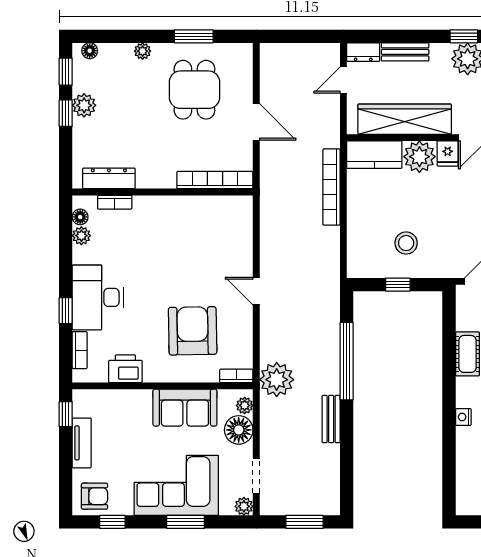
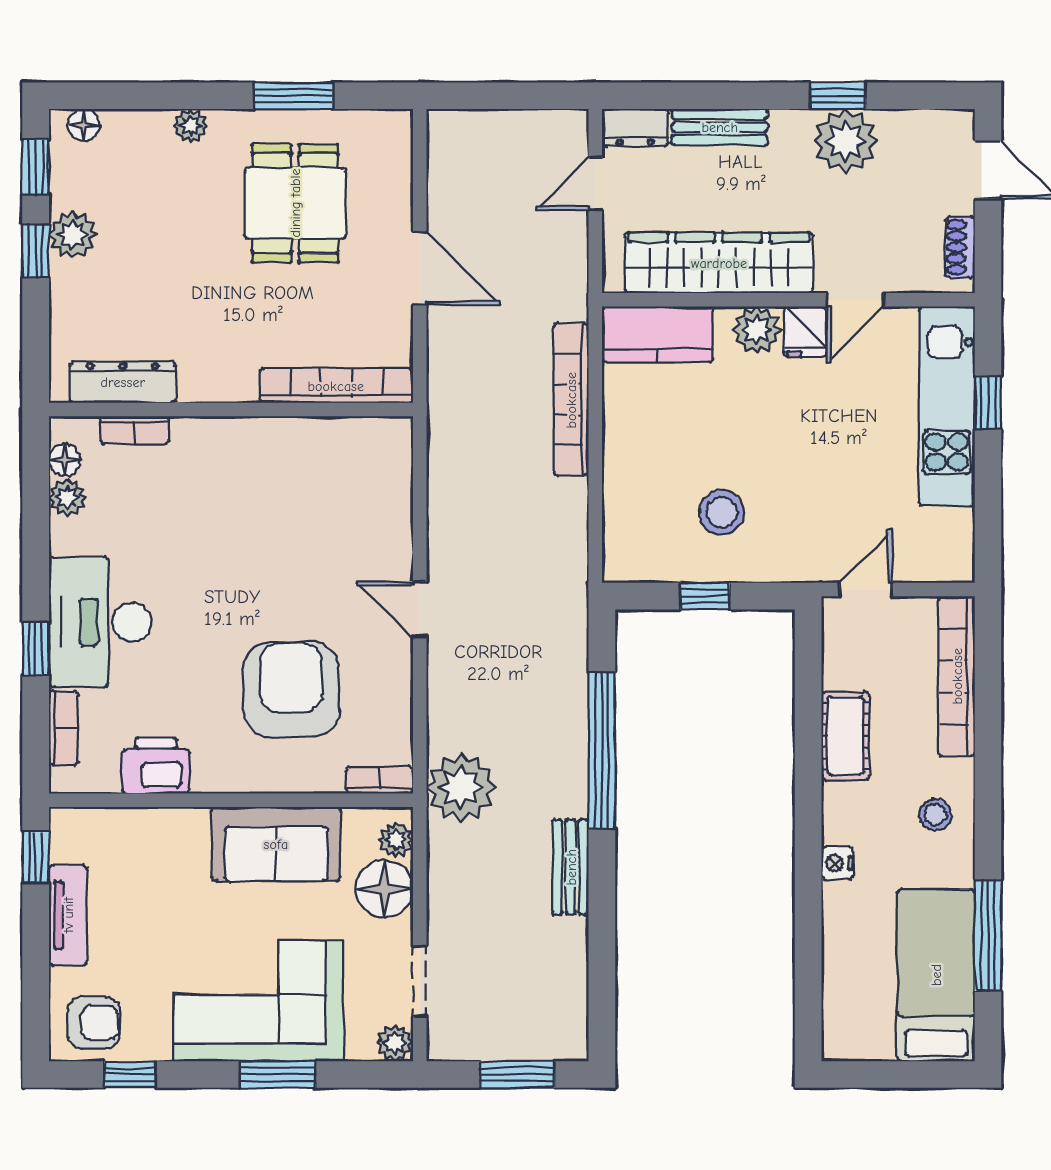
plant: (419, 157) -> (757, 330), width x0.73, depth x0.73

